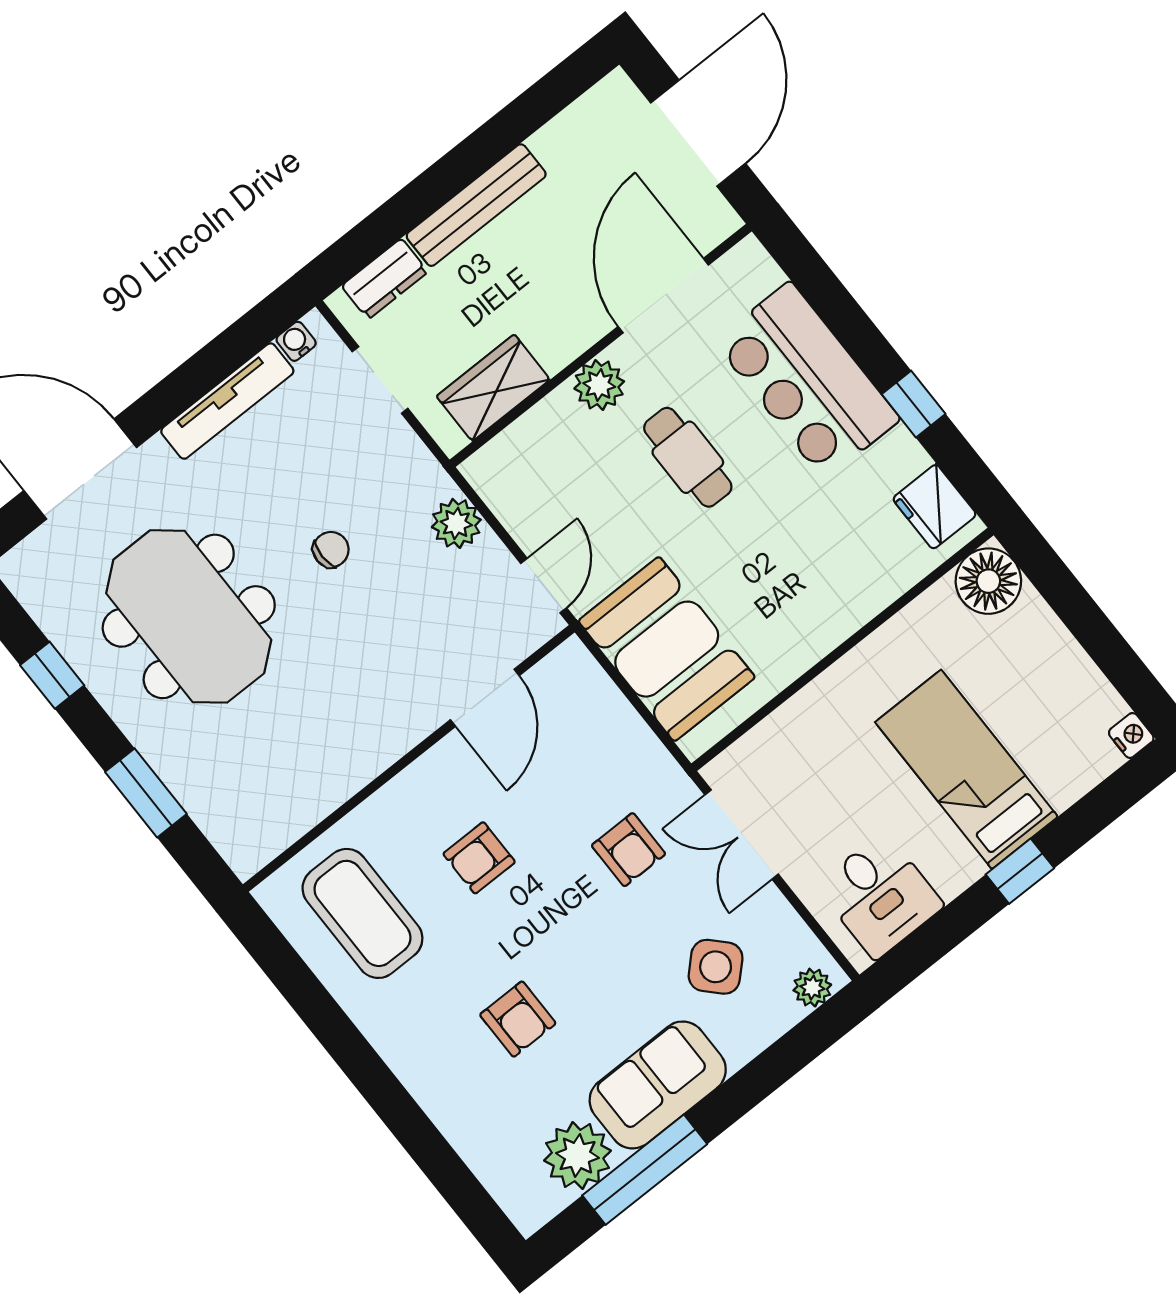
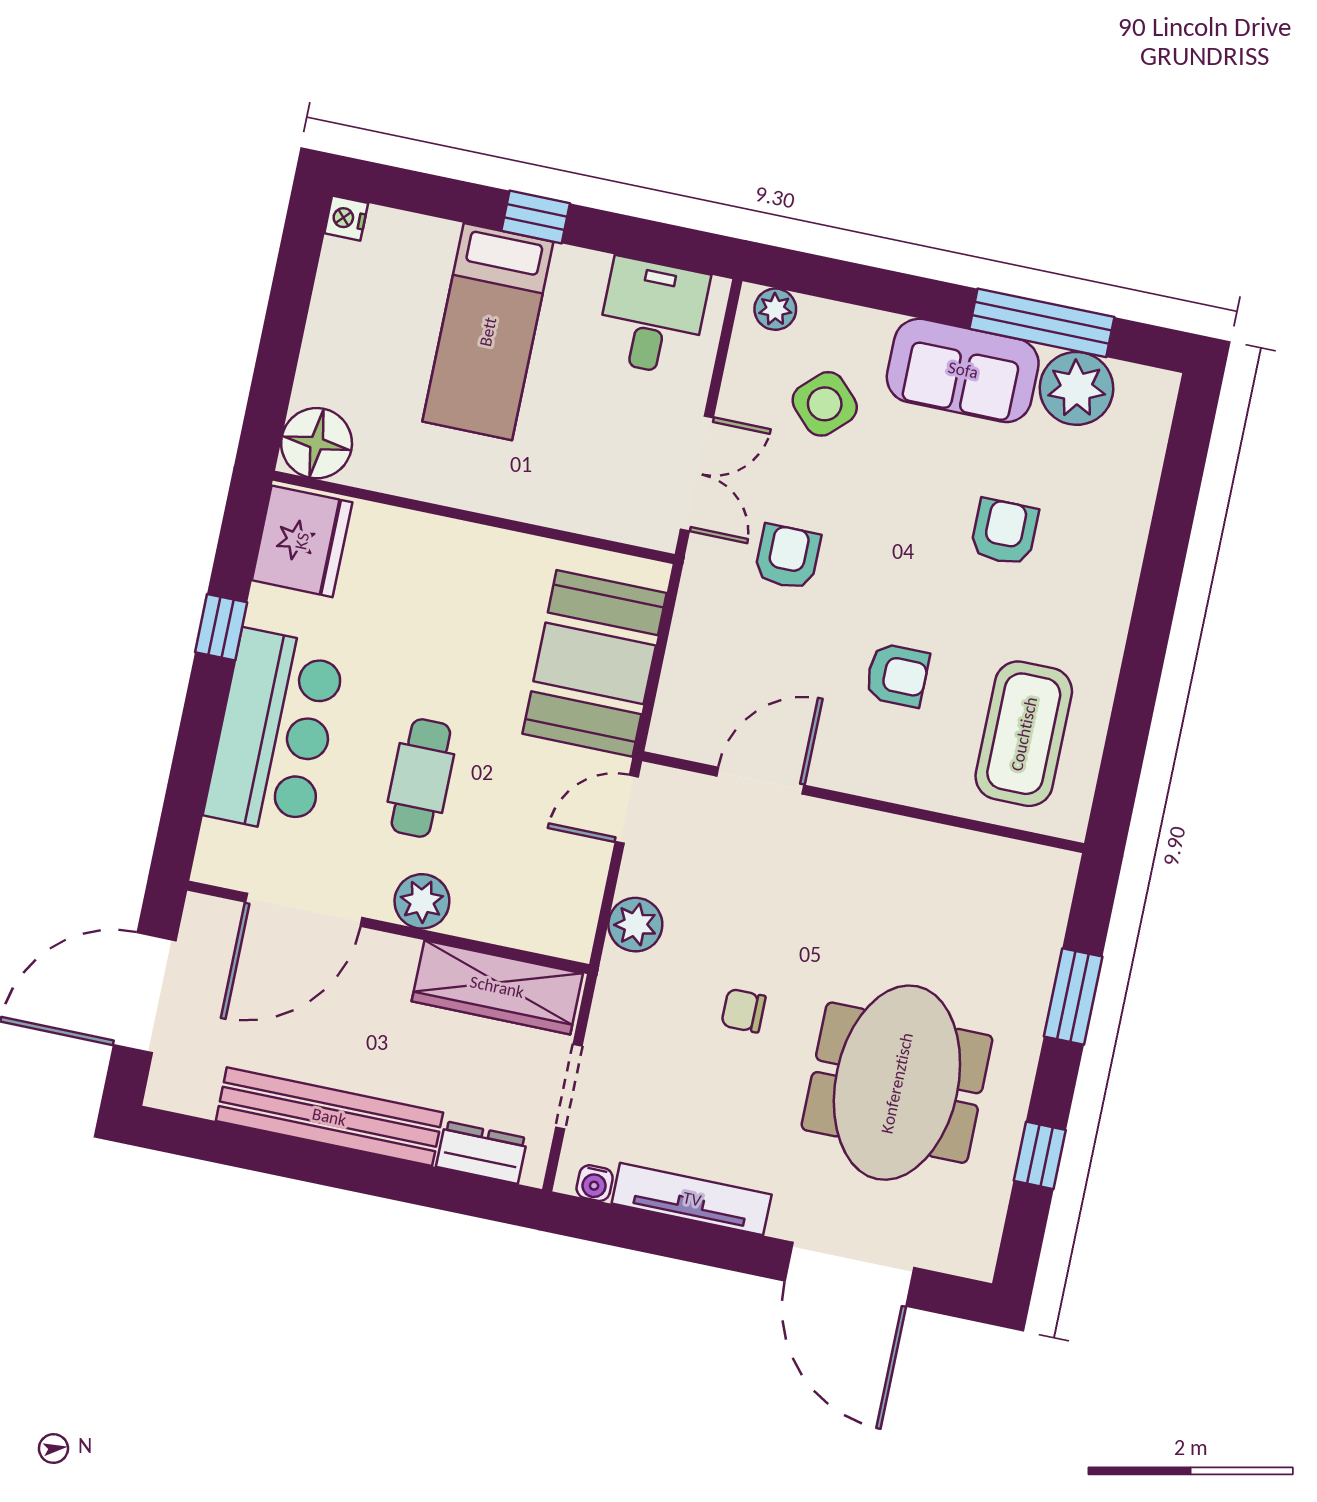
bench: (476, 205) -> (329, 1117), width x1.37, depth x1.21
wardrobe: (493, 388) -> (497, 987), width x1.50
fridge: (935, 507) -> (302, 541), width x1.36, depth x1.34

